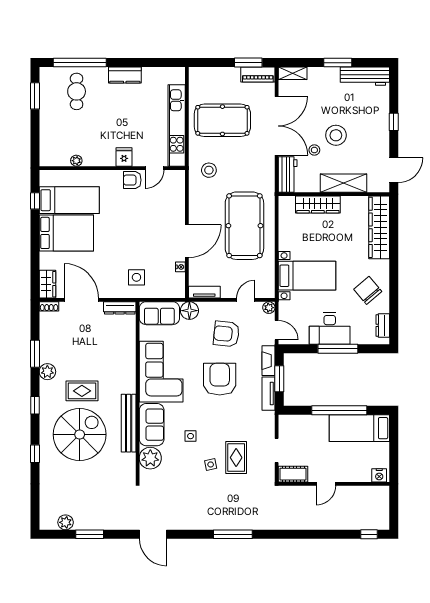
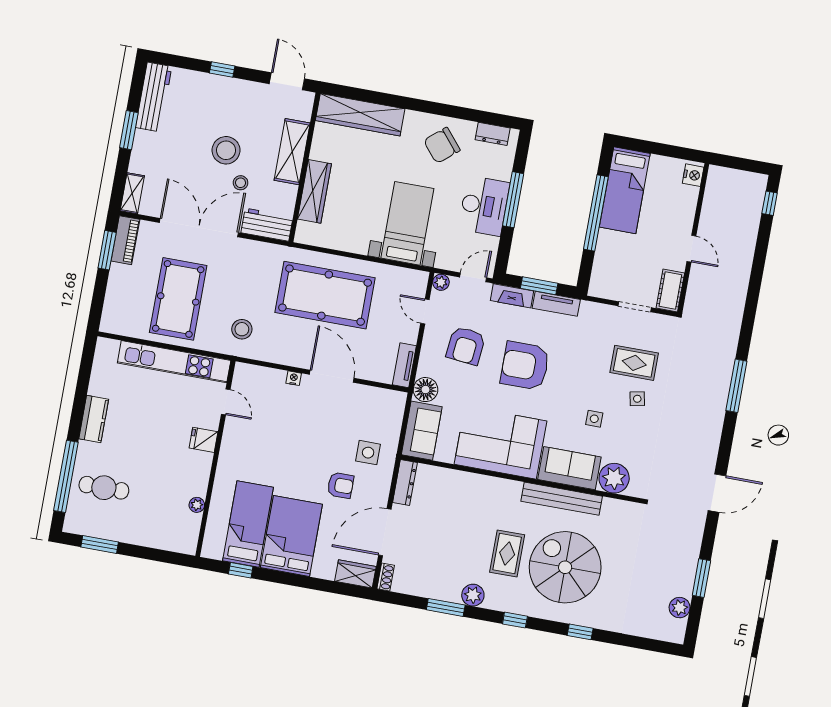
armchair: (132, 180) -> (340, 485), moved, turned -90
nightstand: (180, 267) -> (294, 378), moved

